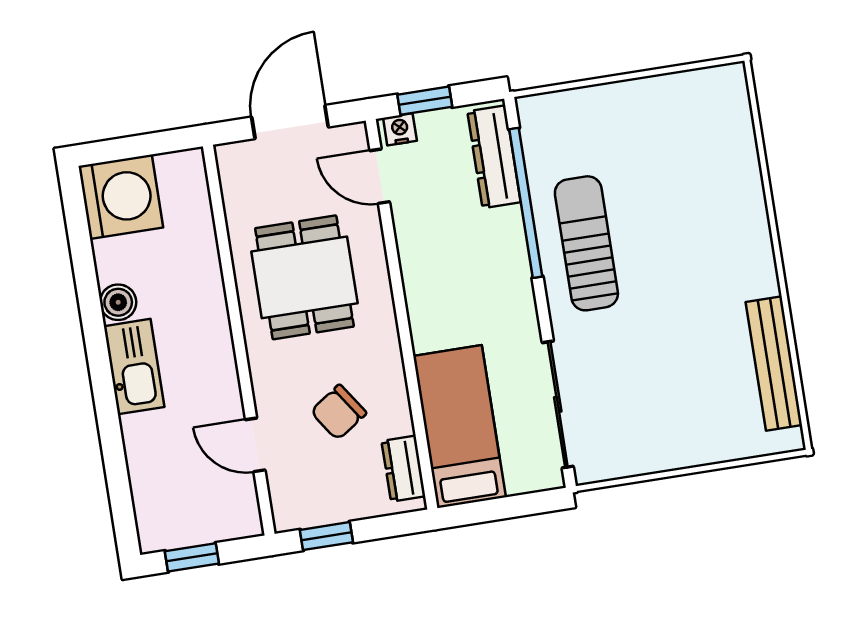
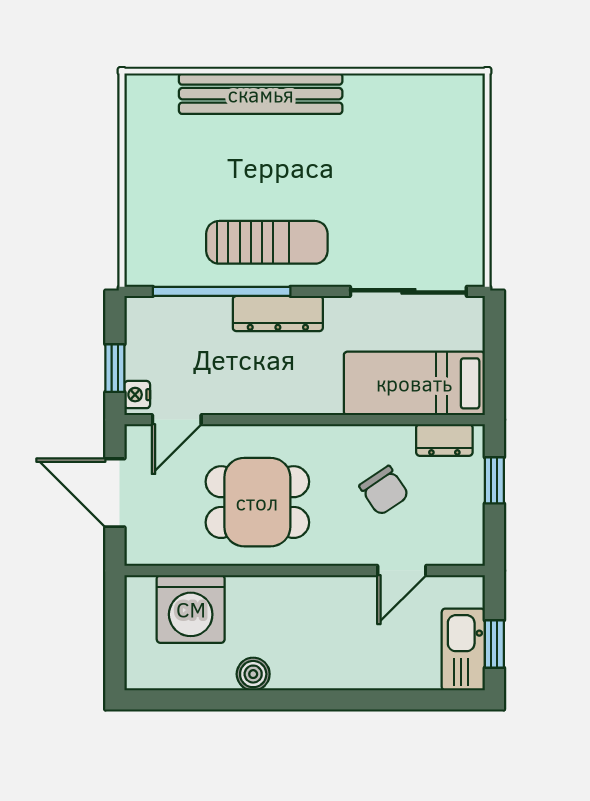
dresser: (494, 157) -> (278, 314), moved
washing machine: (121, 197) -> (191, 609), moved, turned 180
sun lounger: (586, 243) -> (267, 242), turned 180
bench: (774, 364) -> (261, 94), moved, width x1.37, depth x1.21
kitchen sink: (134, 367) -> (463, 650), moved, turned -90
window: (326, 536) -> (494, 480), moved

